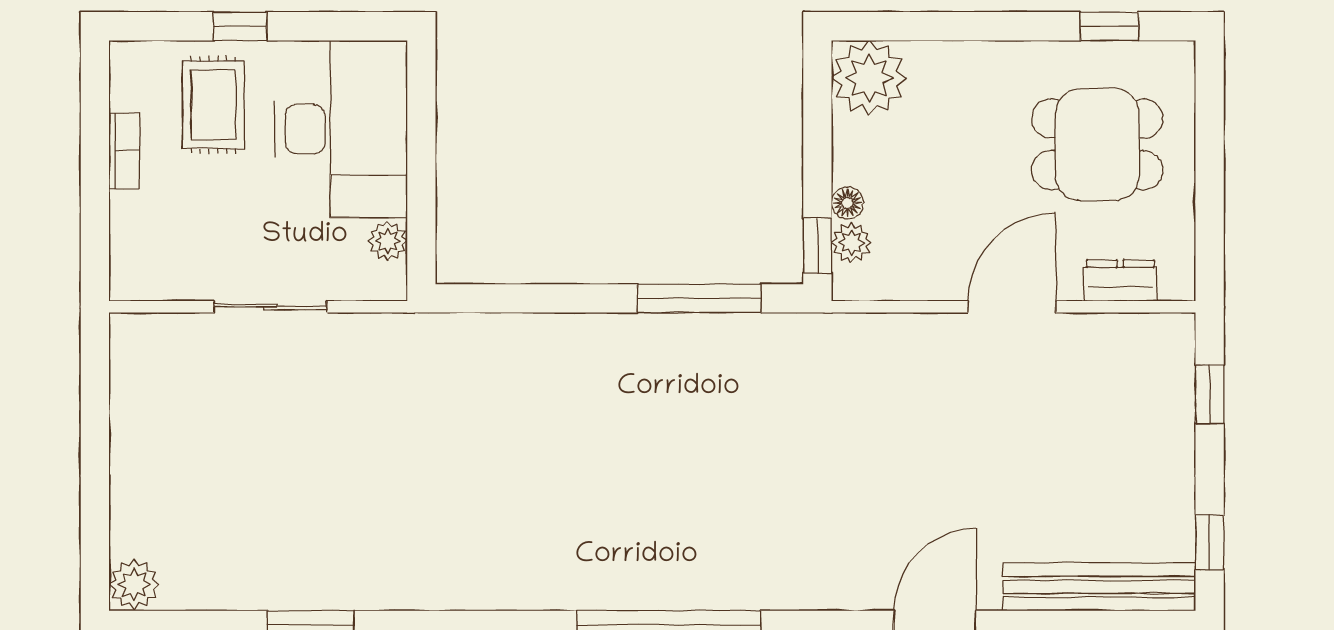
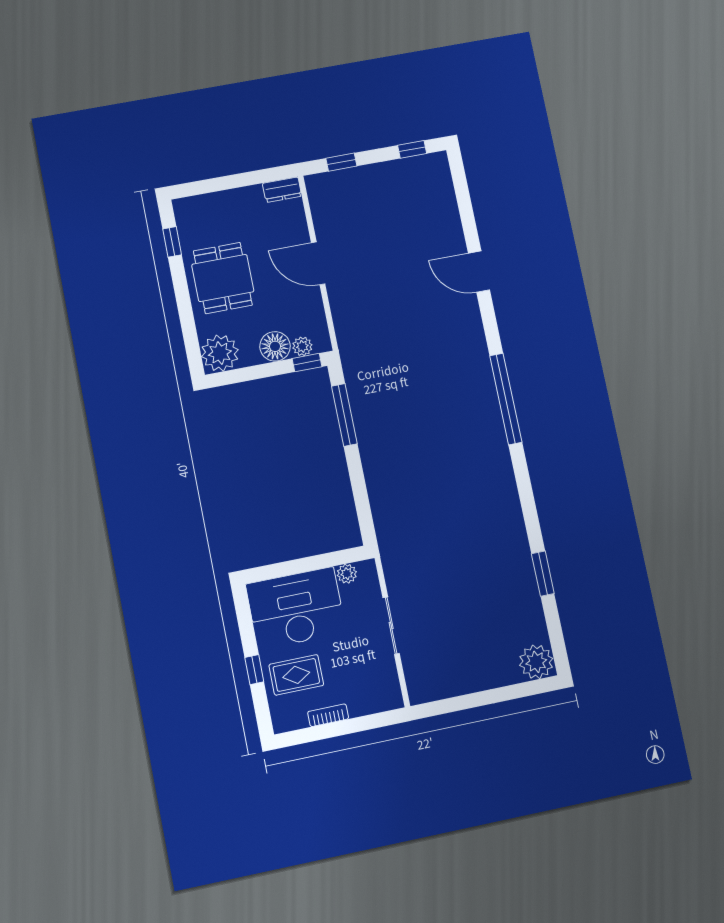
dining table: (1097, 144) -> (223, 278), moved
floor lamp: (847, 203) -> (275, 346), width x1.89, depth x1.89
dresser: (1120, 281) -> (282, 190), moved, turned -90
plant: (134, 584) -> (536, 662), width x1.36, depth x1.36
bench: (1099, 587) -> (444, 197), removed

